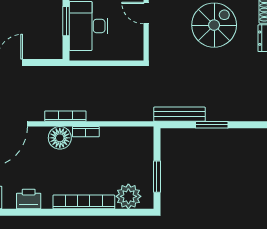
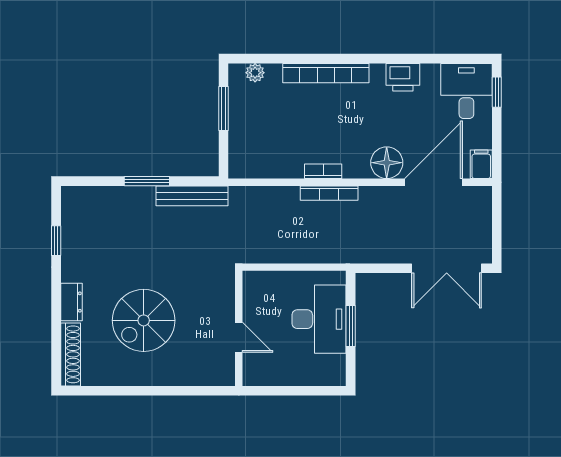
bookcase: (65, 116) -> (329, 193), moved
floor lamp: (60, 138) -> (387, 163), moved
plant: (128, 196) -> (255, 73), width x0.53, depth x0.53

